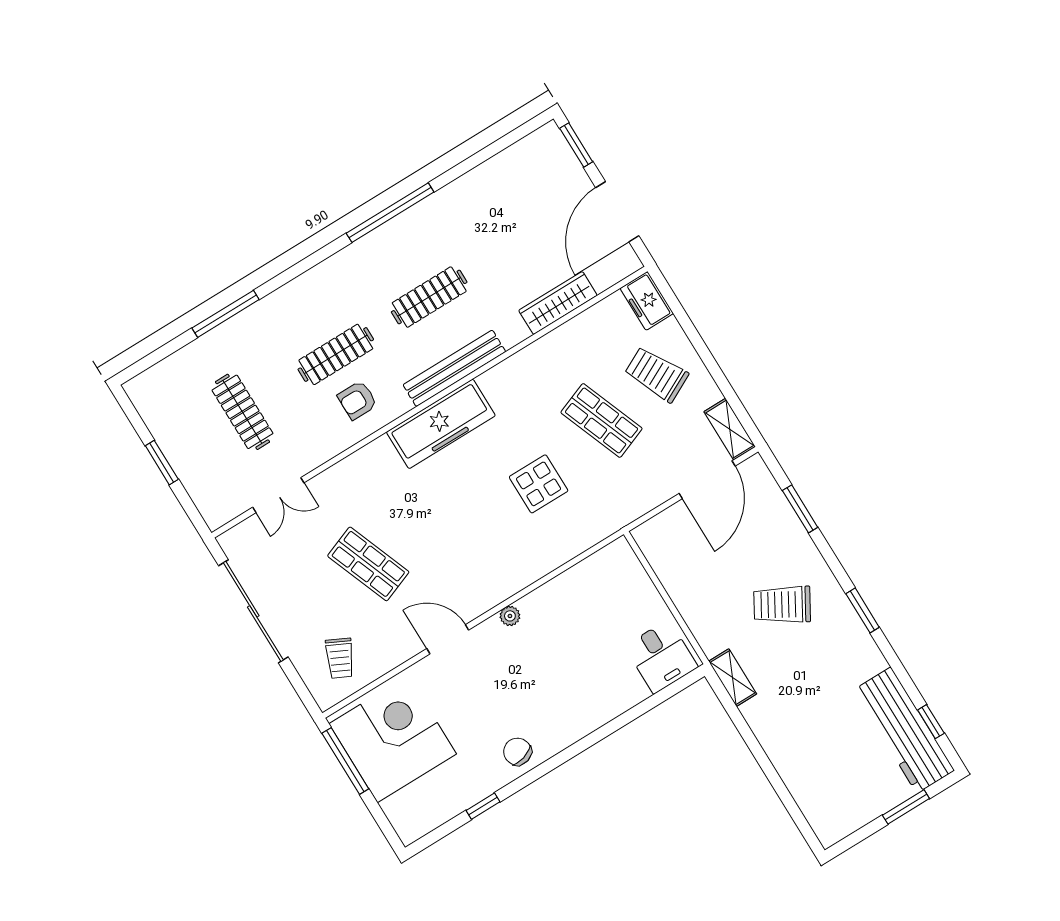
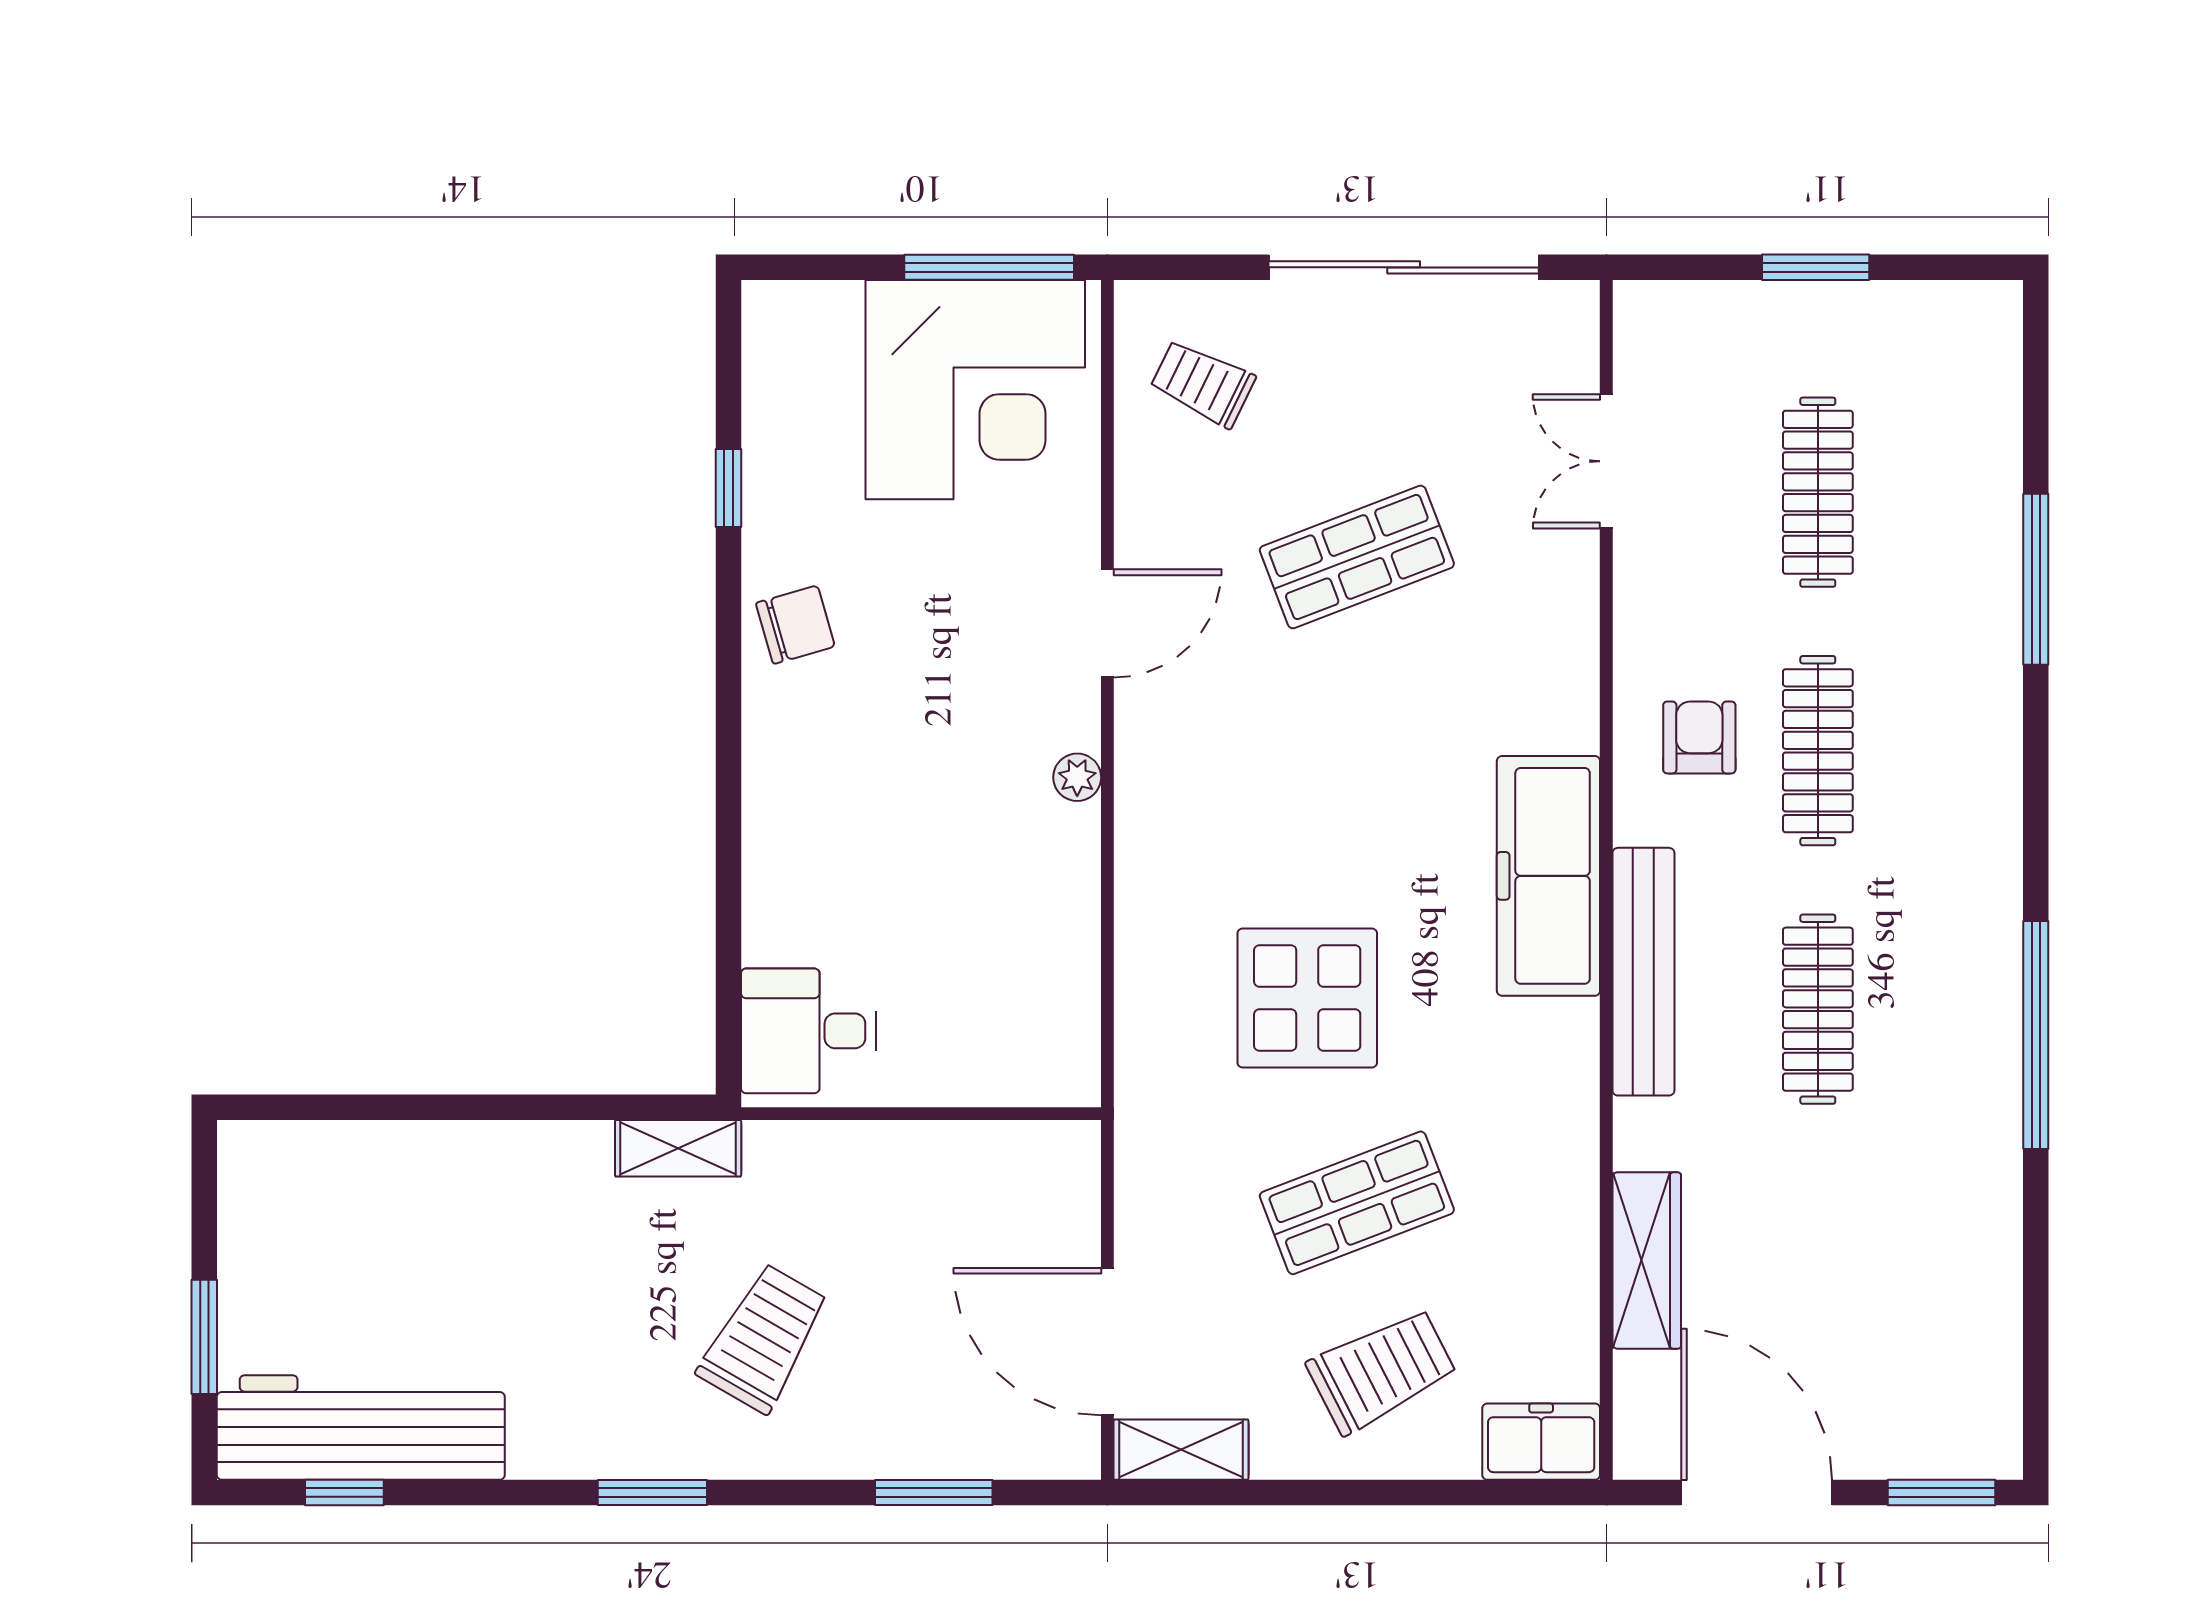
clothes rail: (242, 412) -> (1818, 492), turned 90
display table: (539, 484) -> (1307, 998), width x1.36, depth x1.36

